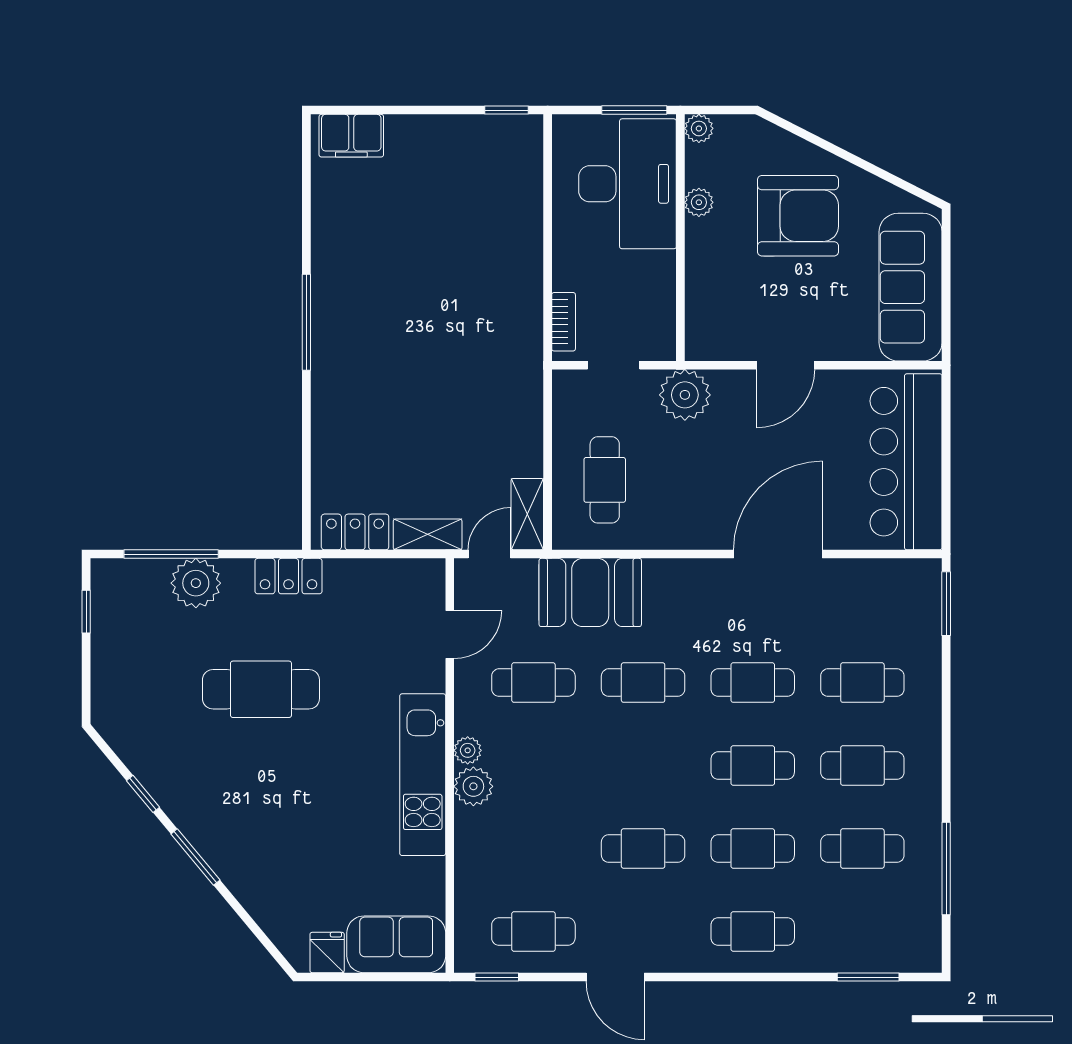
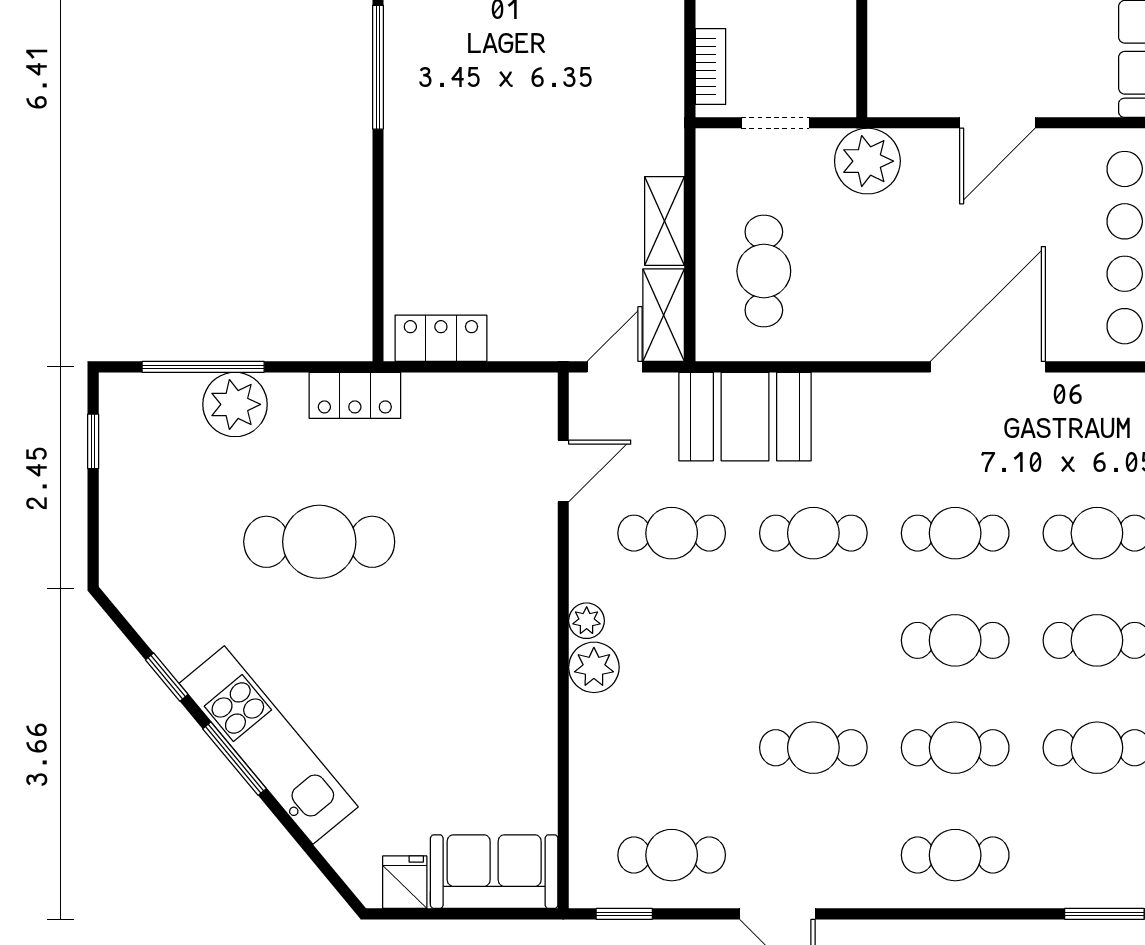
shelving: (428, 534) -> (665, 221), moved, turned 90
kitchen unit: (423, 775) -> (269, 745), moved, turned 140

